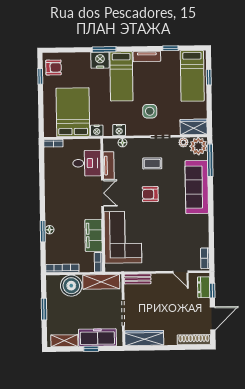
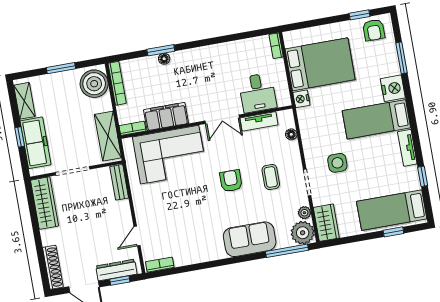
window: (104, 49) -> (401, 58), moved
nightstand: (119, 130) -> (307, 127), removed
sofa: (197, 187) -> (250, 239), width x0.73
boiler: (71, 286) -> (94, 84), moved
dresser: (204, 287) -> (116, 270), width x1.44

